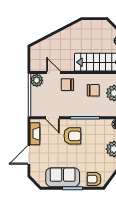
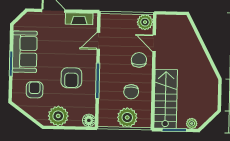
door: (54, 73) -> (154, 43), swing flipped
armchair: (72, 136) -> (71, 78), moved
armchair: (94, 179) -> (35, 90), moved

